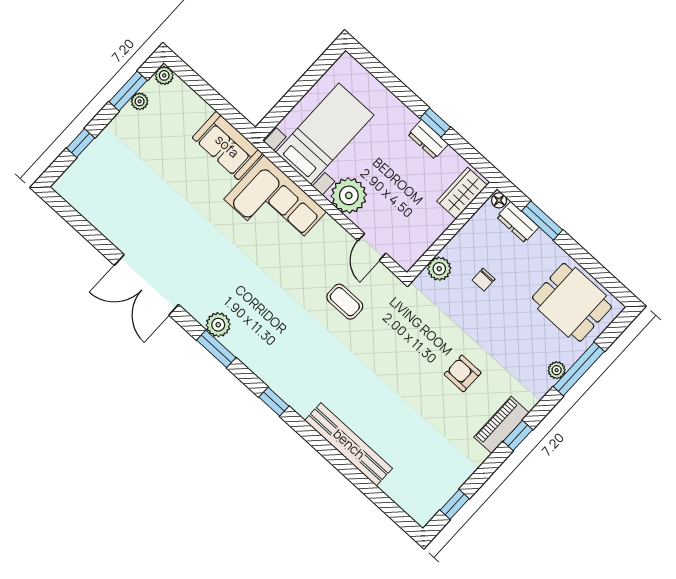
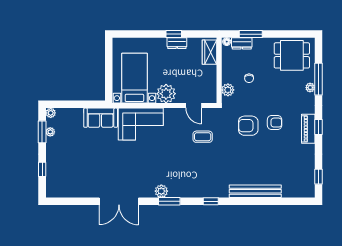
armchair: (422, 344) -> (248, 126), added
armchair: (463, 373) -> (275, 123), turned 180

